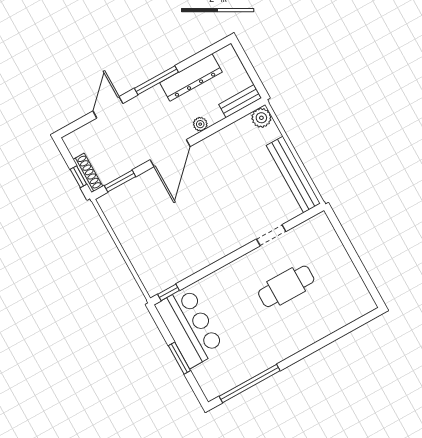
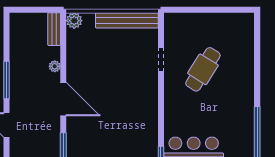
dresser: (191, 77) -> (18, 54), removed
cafe table: (286, 286) -> (203, 69), turned 32

